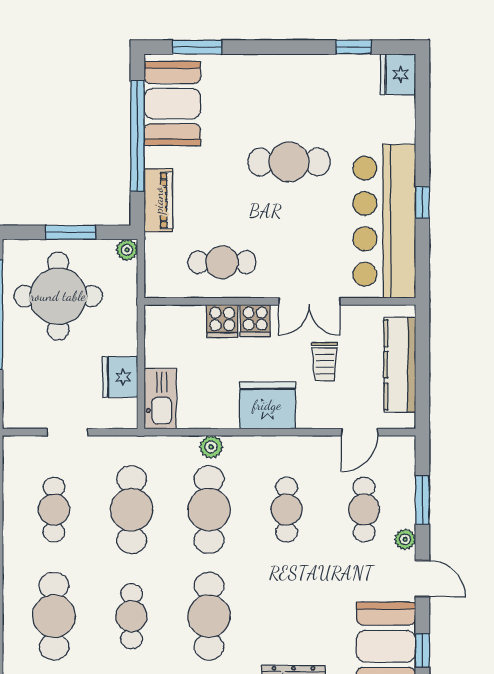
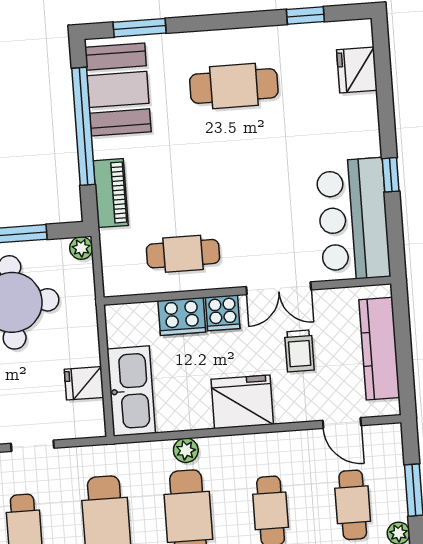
fridge: (398, 74) -> (357, 70), moved
cafe table: (289, 162) -> (234, 86), moved
bar counter: (384, 221) -> (353, 219), width x0.73
cooker: (222, 321) -> (182, 316), width x1.36
fridge: (120, 377) -> (84, 383), width x0.72
kitchen sink: (160, 399) -> (131, 391), width x1.36, depth x1.24
door: (360, 432) -> (342, 423), hinge flipped

